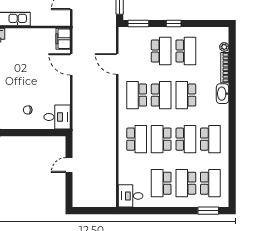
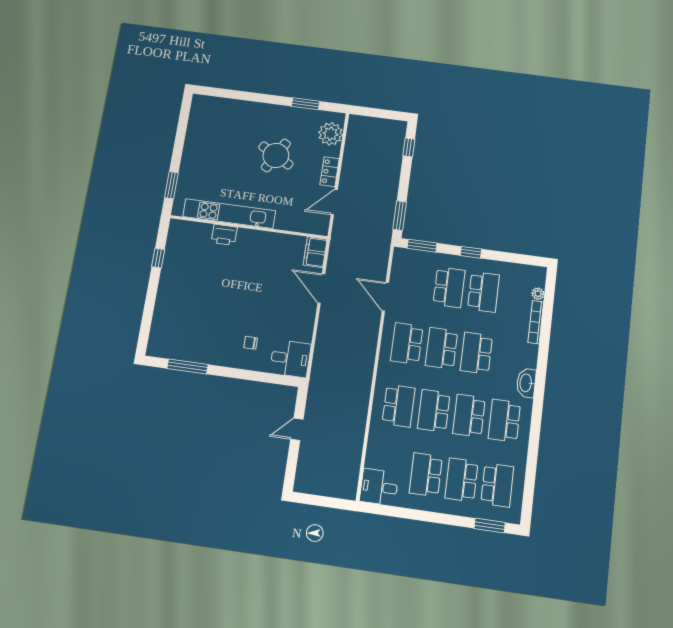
washbasin: (223, 94) -> (526, 383), moved
school desk: (161, 95) -> (442, 348), turned 180
school desk: (186, 139) -> (469, 416), turned 180
school desk: (210, 139) -> (504, 421), turned 180

